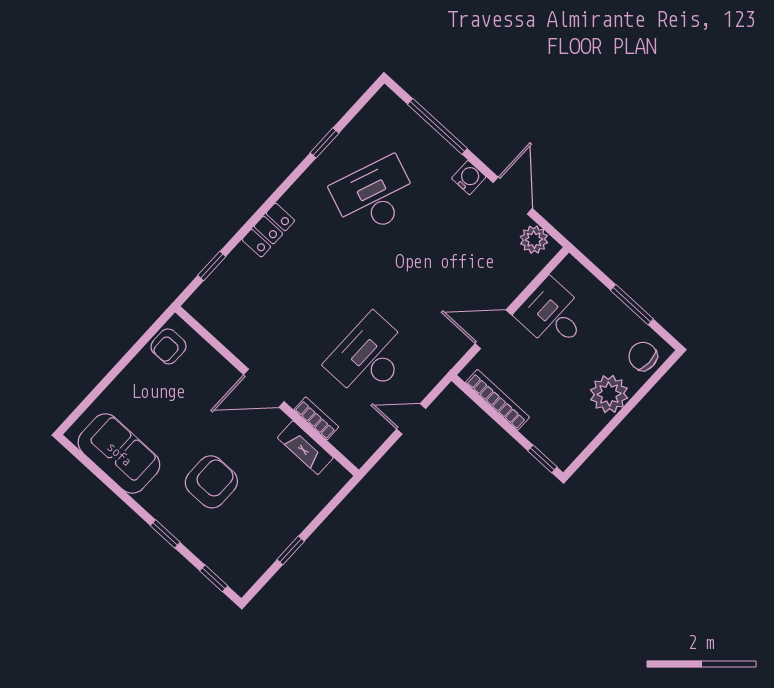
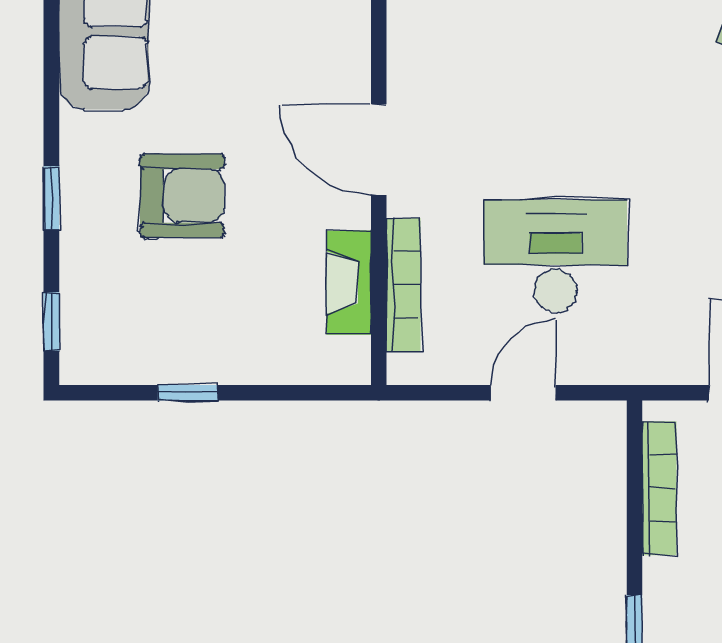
bookcase: (316, 418) -> (403, 285), width x1.56
door: (411, 419) -> (523, 393), hinge flipped

